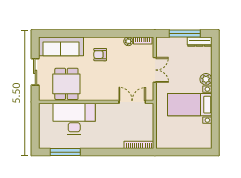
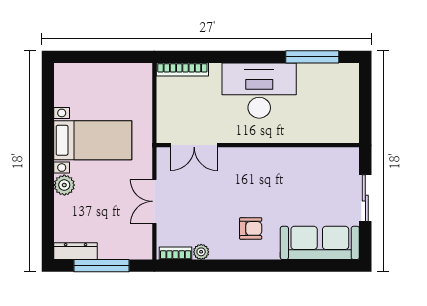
dining table: (66, 84) -> (310, 177), removed
desk: (74, 119) -> (259, 91), moved, turned 180

